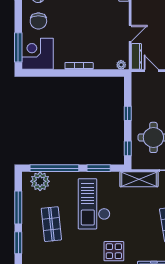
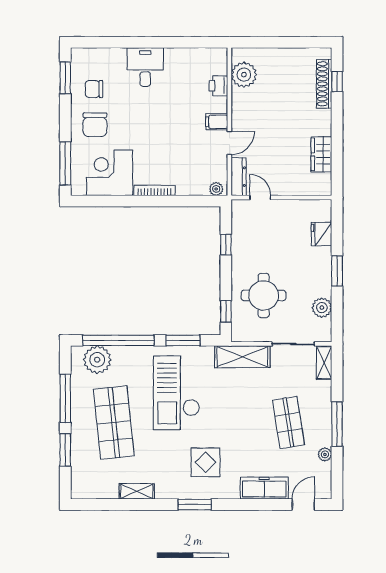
filing cabinet: (121, 19) -> (217, 122), added
corner desk: (38, 54) -> (110, 173), moved
window: (128, 113) -> (226, 245), moved
shop shelf: (51, 224) -> (114, 422), width x1.43, depth x1.36

